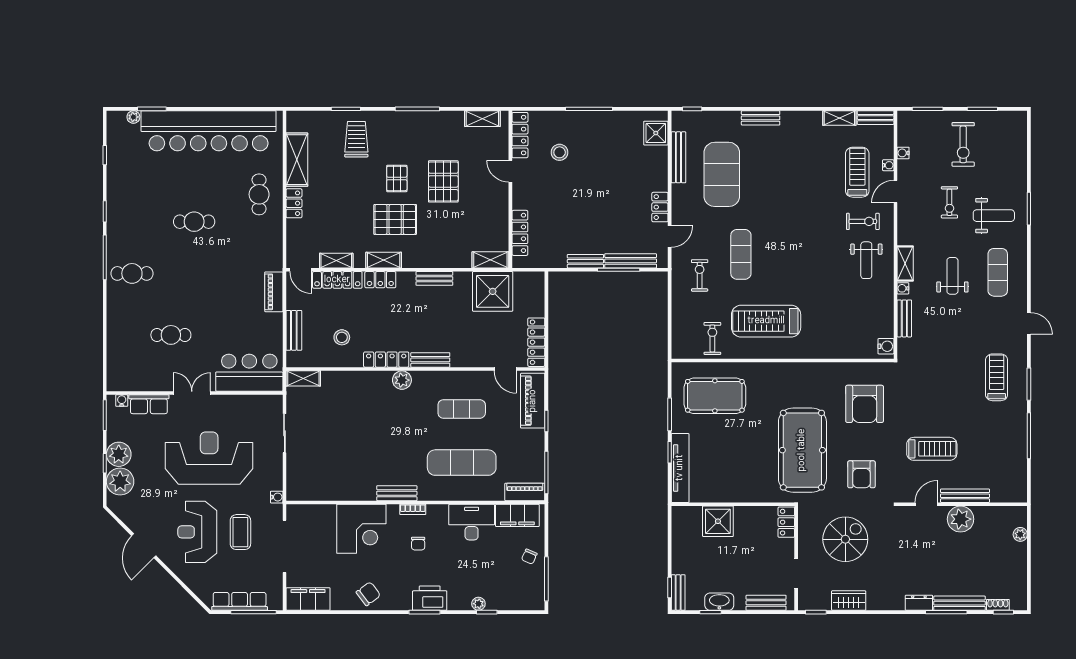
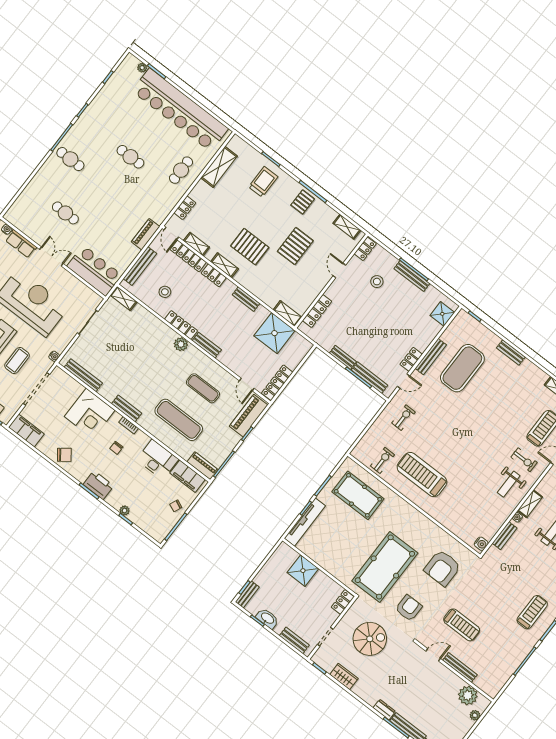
bench: (592, 118) -> (412, 276), added
locker: (520, 135) -> (365, 249), width x0.66
bench: (678, 157) -> (431, 357), moved
pallet: (397, 178) -> (303, 202), moved
locker: (294, 203) -> (185, 208), moved
exercise mat: (741, 254) -> (437, 424), removed
bench: (294, 330) -> (140, 266), width x1.36
armchair: (861, 474) -> (409, 608), turned 180
bench: (323, 493) -> (83, 375), added
plant: (961, 519) -> (468, 695), moved

